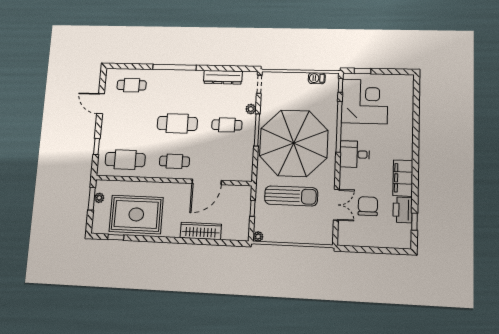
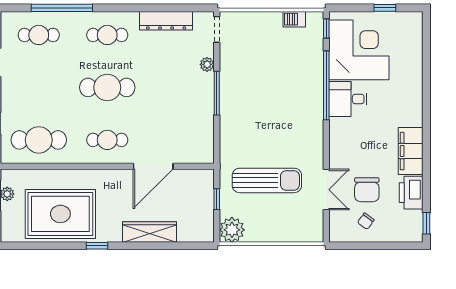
window: (174, 67) -> (62, 8), moved
window: (363, 71) -> (385, 8), moved
cafe table: (227, 125) -> (107, 35), moved
parasol: (294, 143) -> (267, 110), removed
desk: (355, 154) -> (348, 99), moved
chair: (368, 206) -> (367, 190), turned 180
window: (414, 222) -> (426, 223), moved
chair: (366, 230) -> (366, 221), added
window: (116, 237) -> (97, 246), moved
plant: (258, 237) -> (232, 230), width x1.88, depth x1.88

